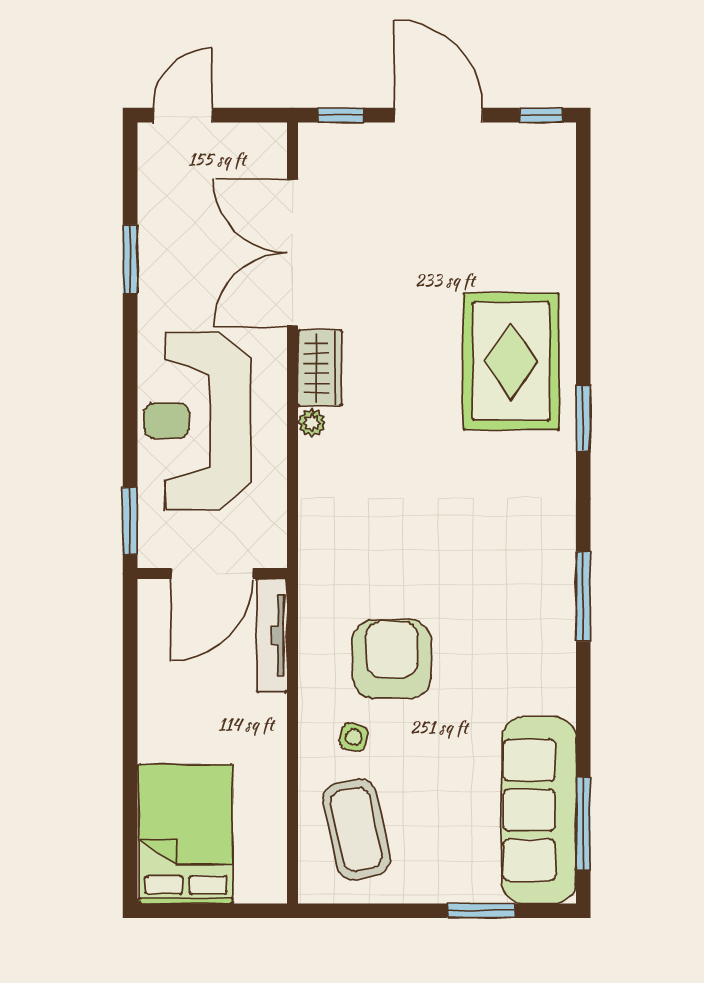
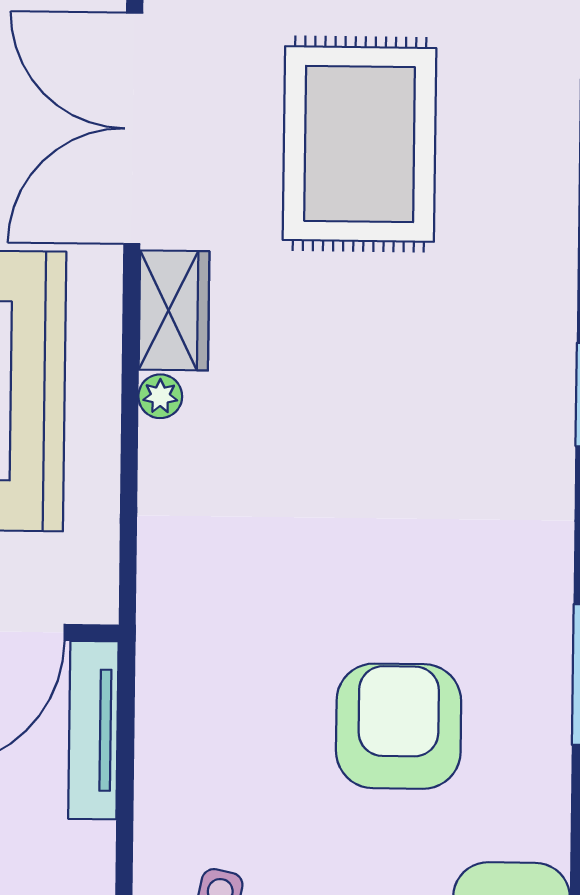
rug: (511, 361) -> (360, 144), moved
armchair: (392, 659) -> (399, 726), moved

